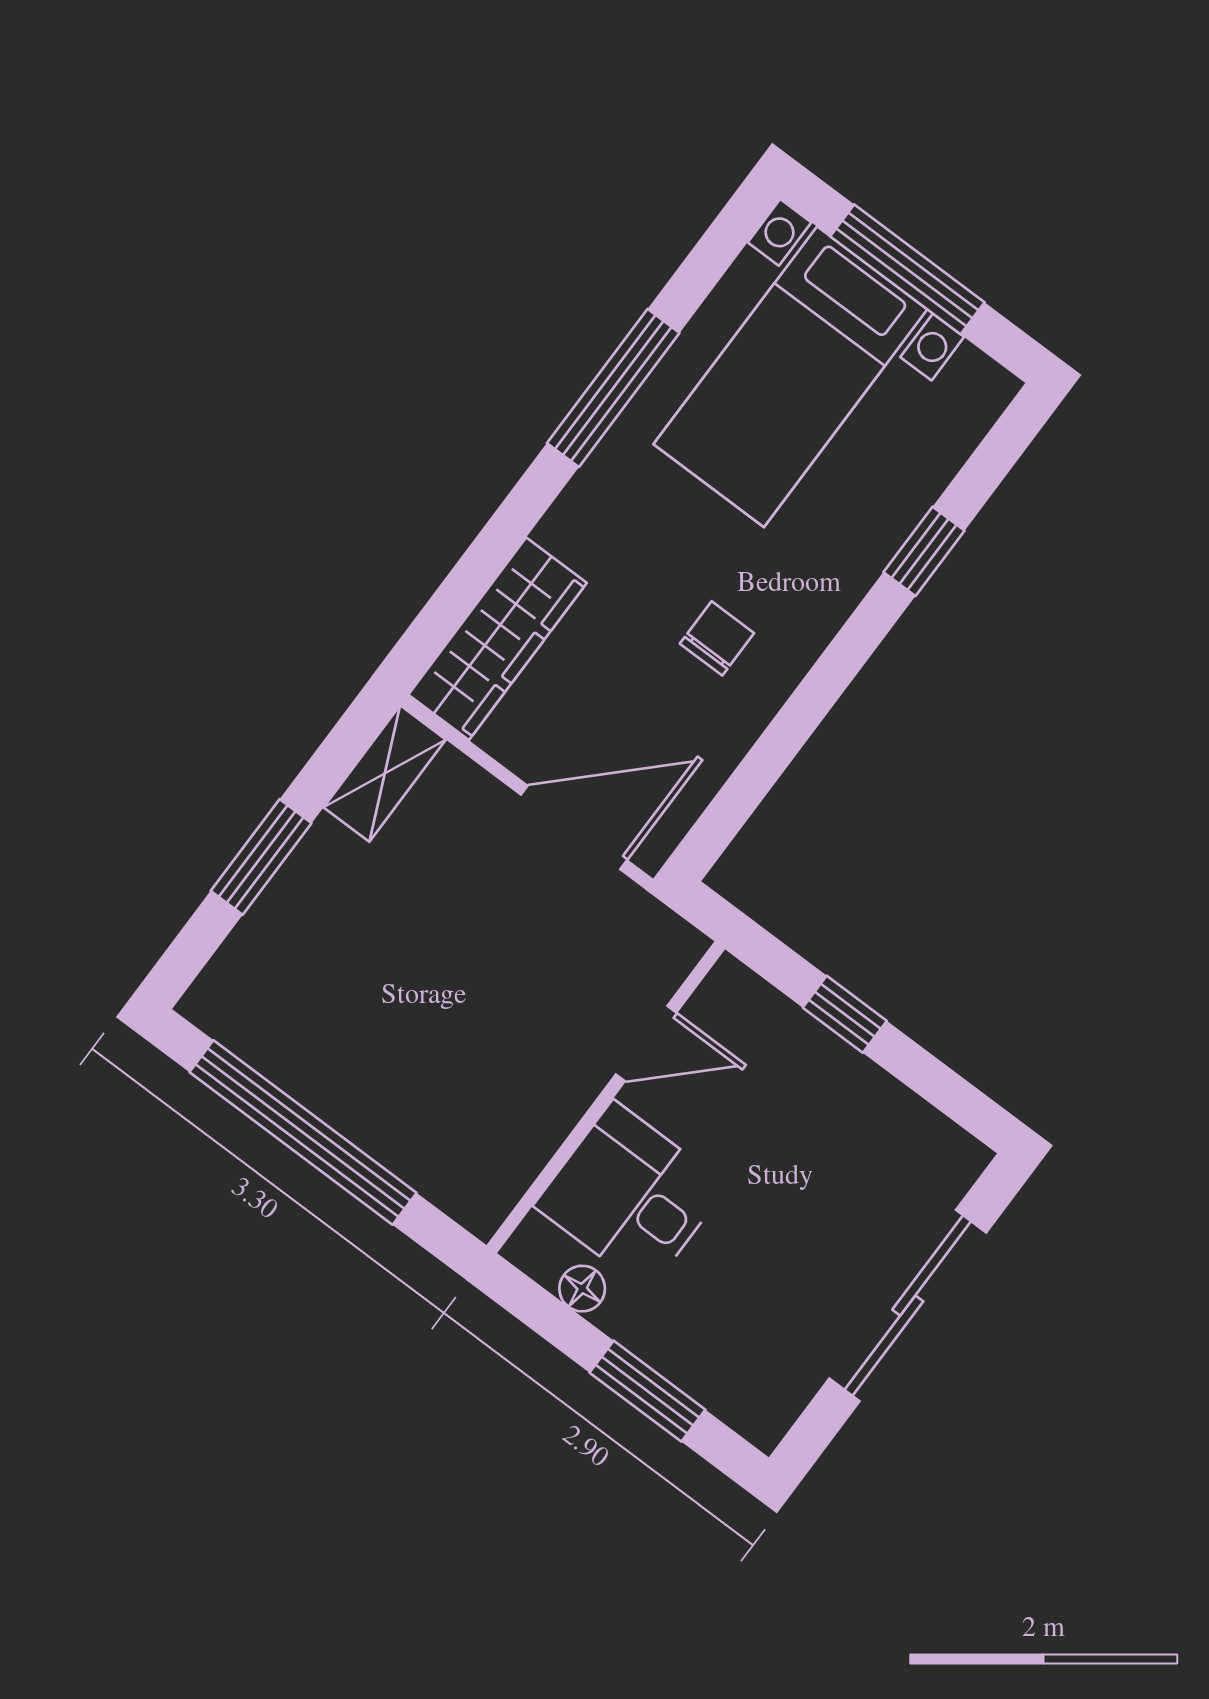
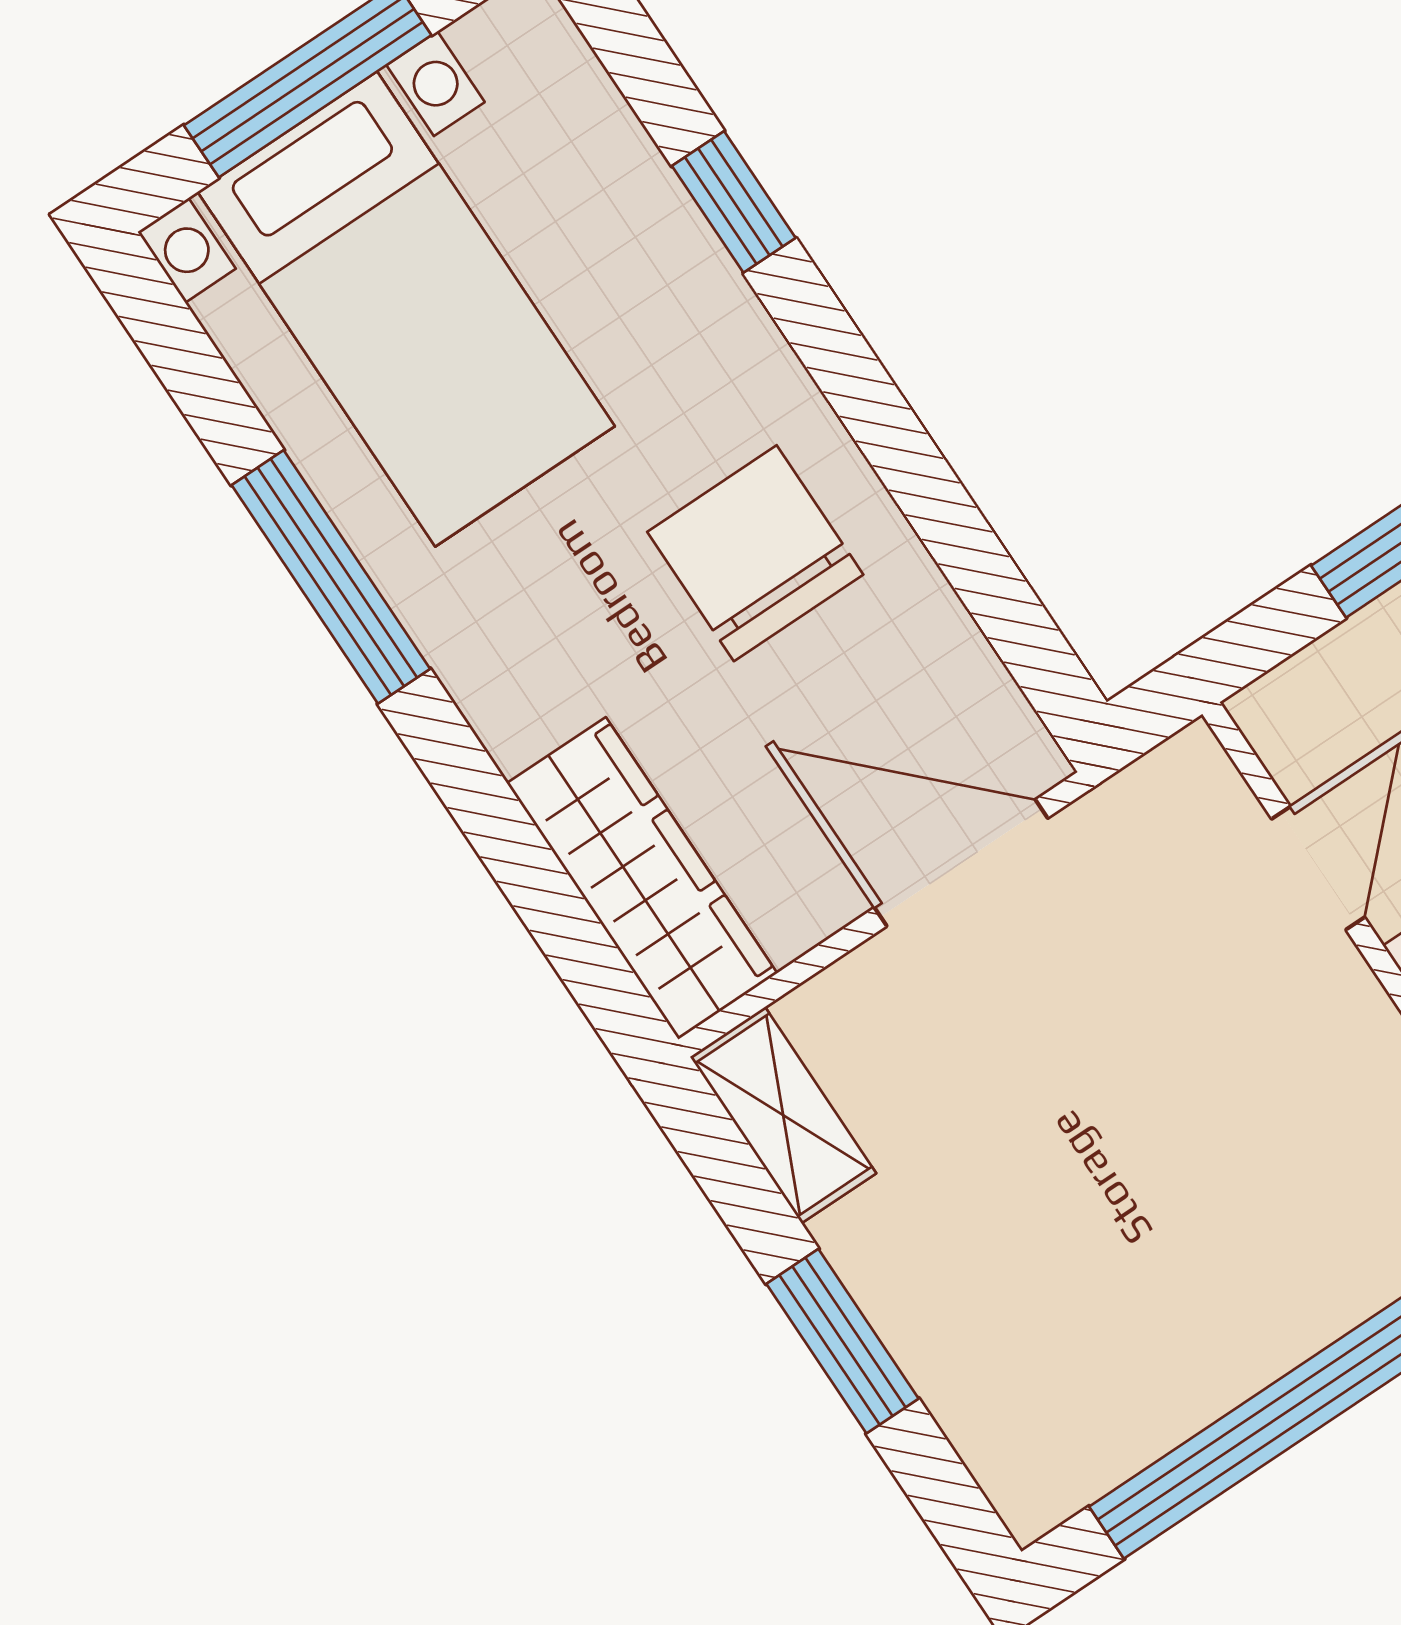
chair: (717, 638) -> (755, 553), width x1.87, depth x1.87
door: (574, 827) -> (961, 863), hinge flipped

